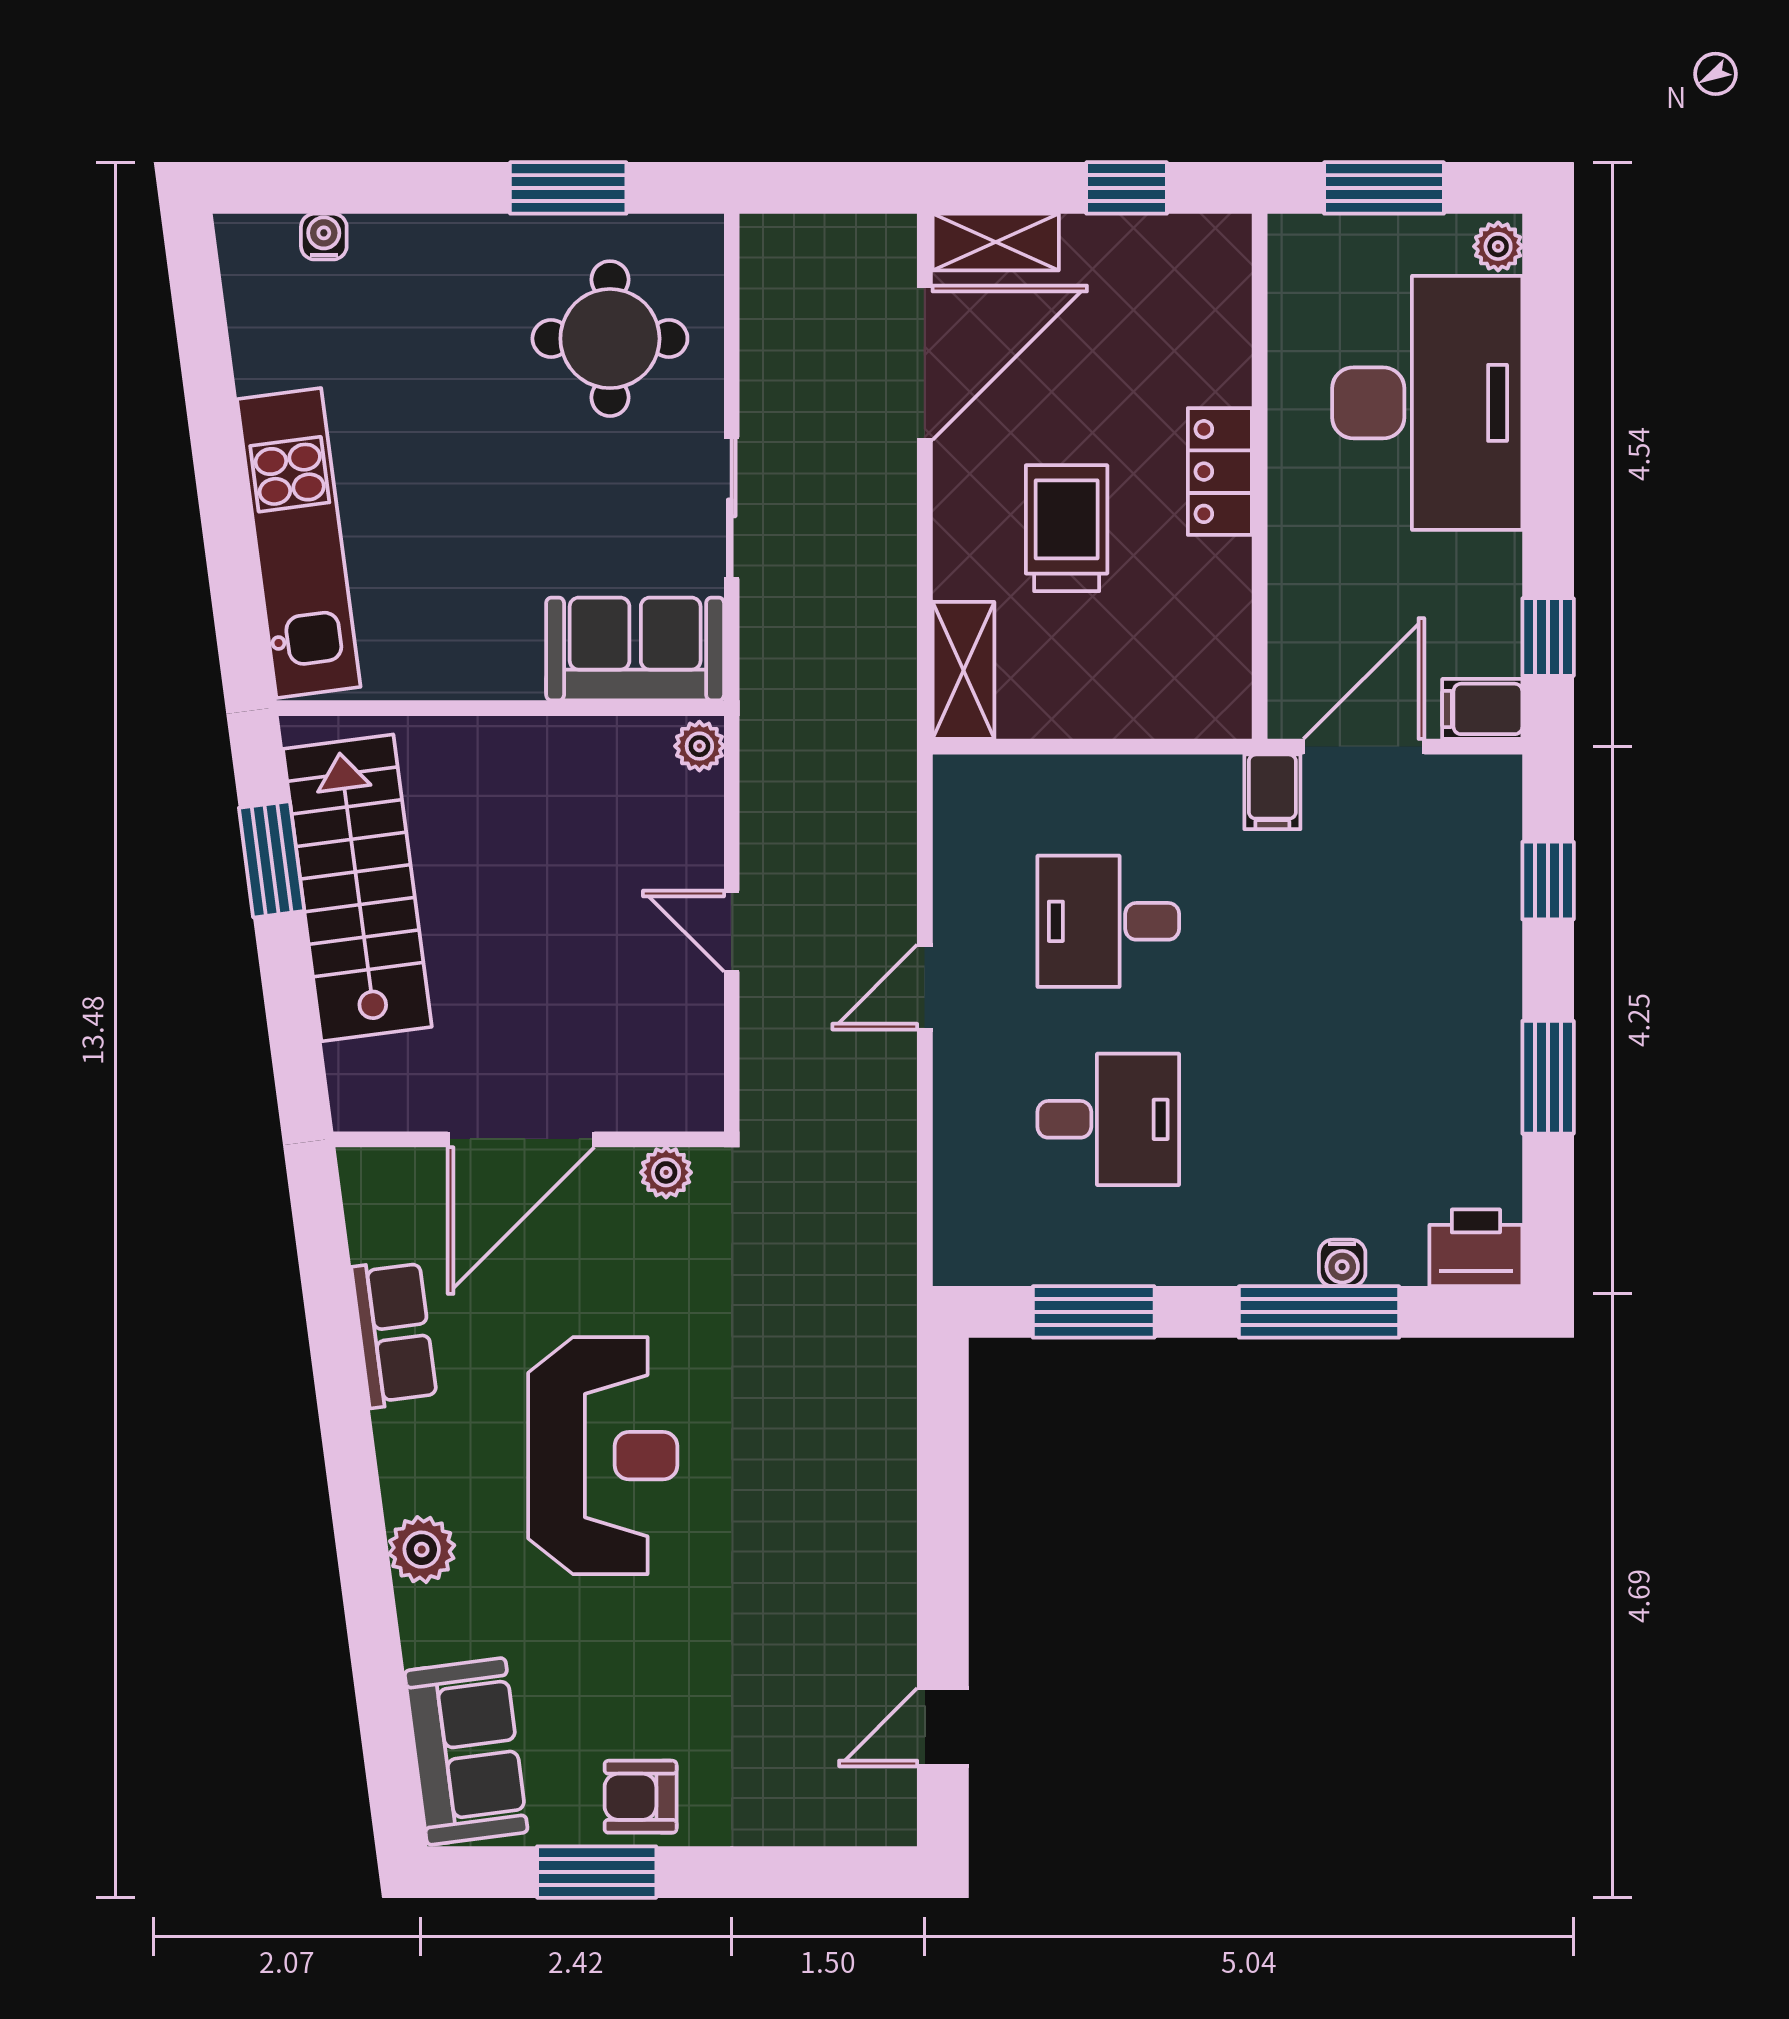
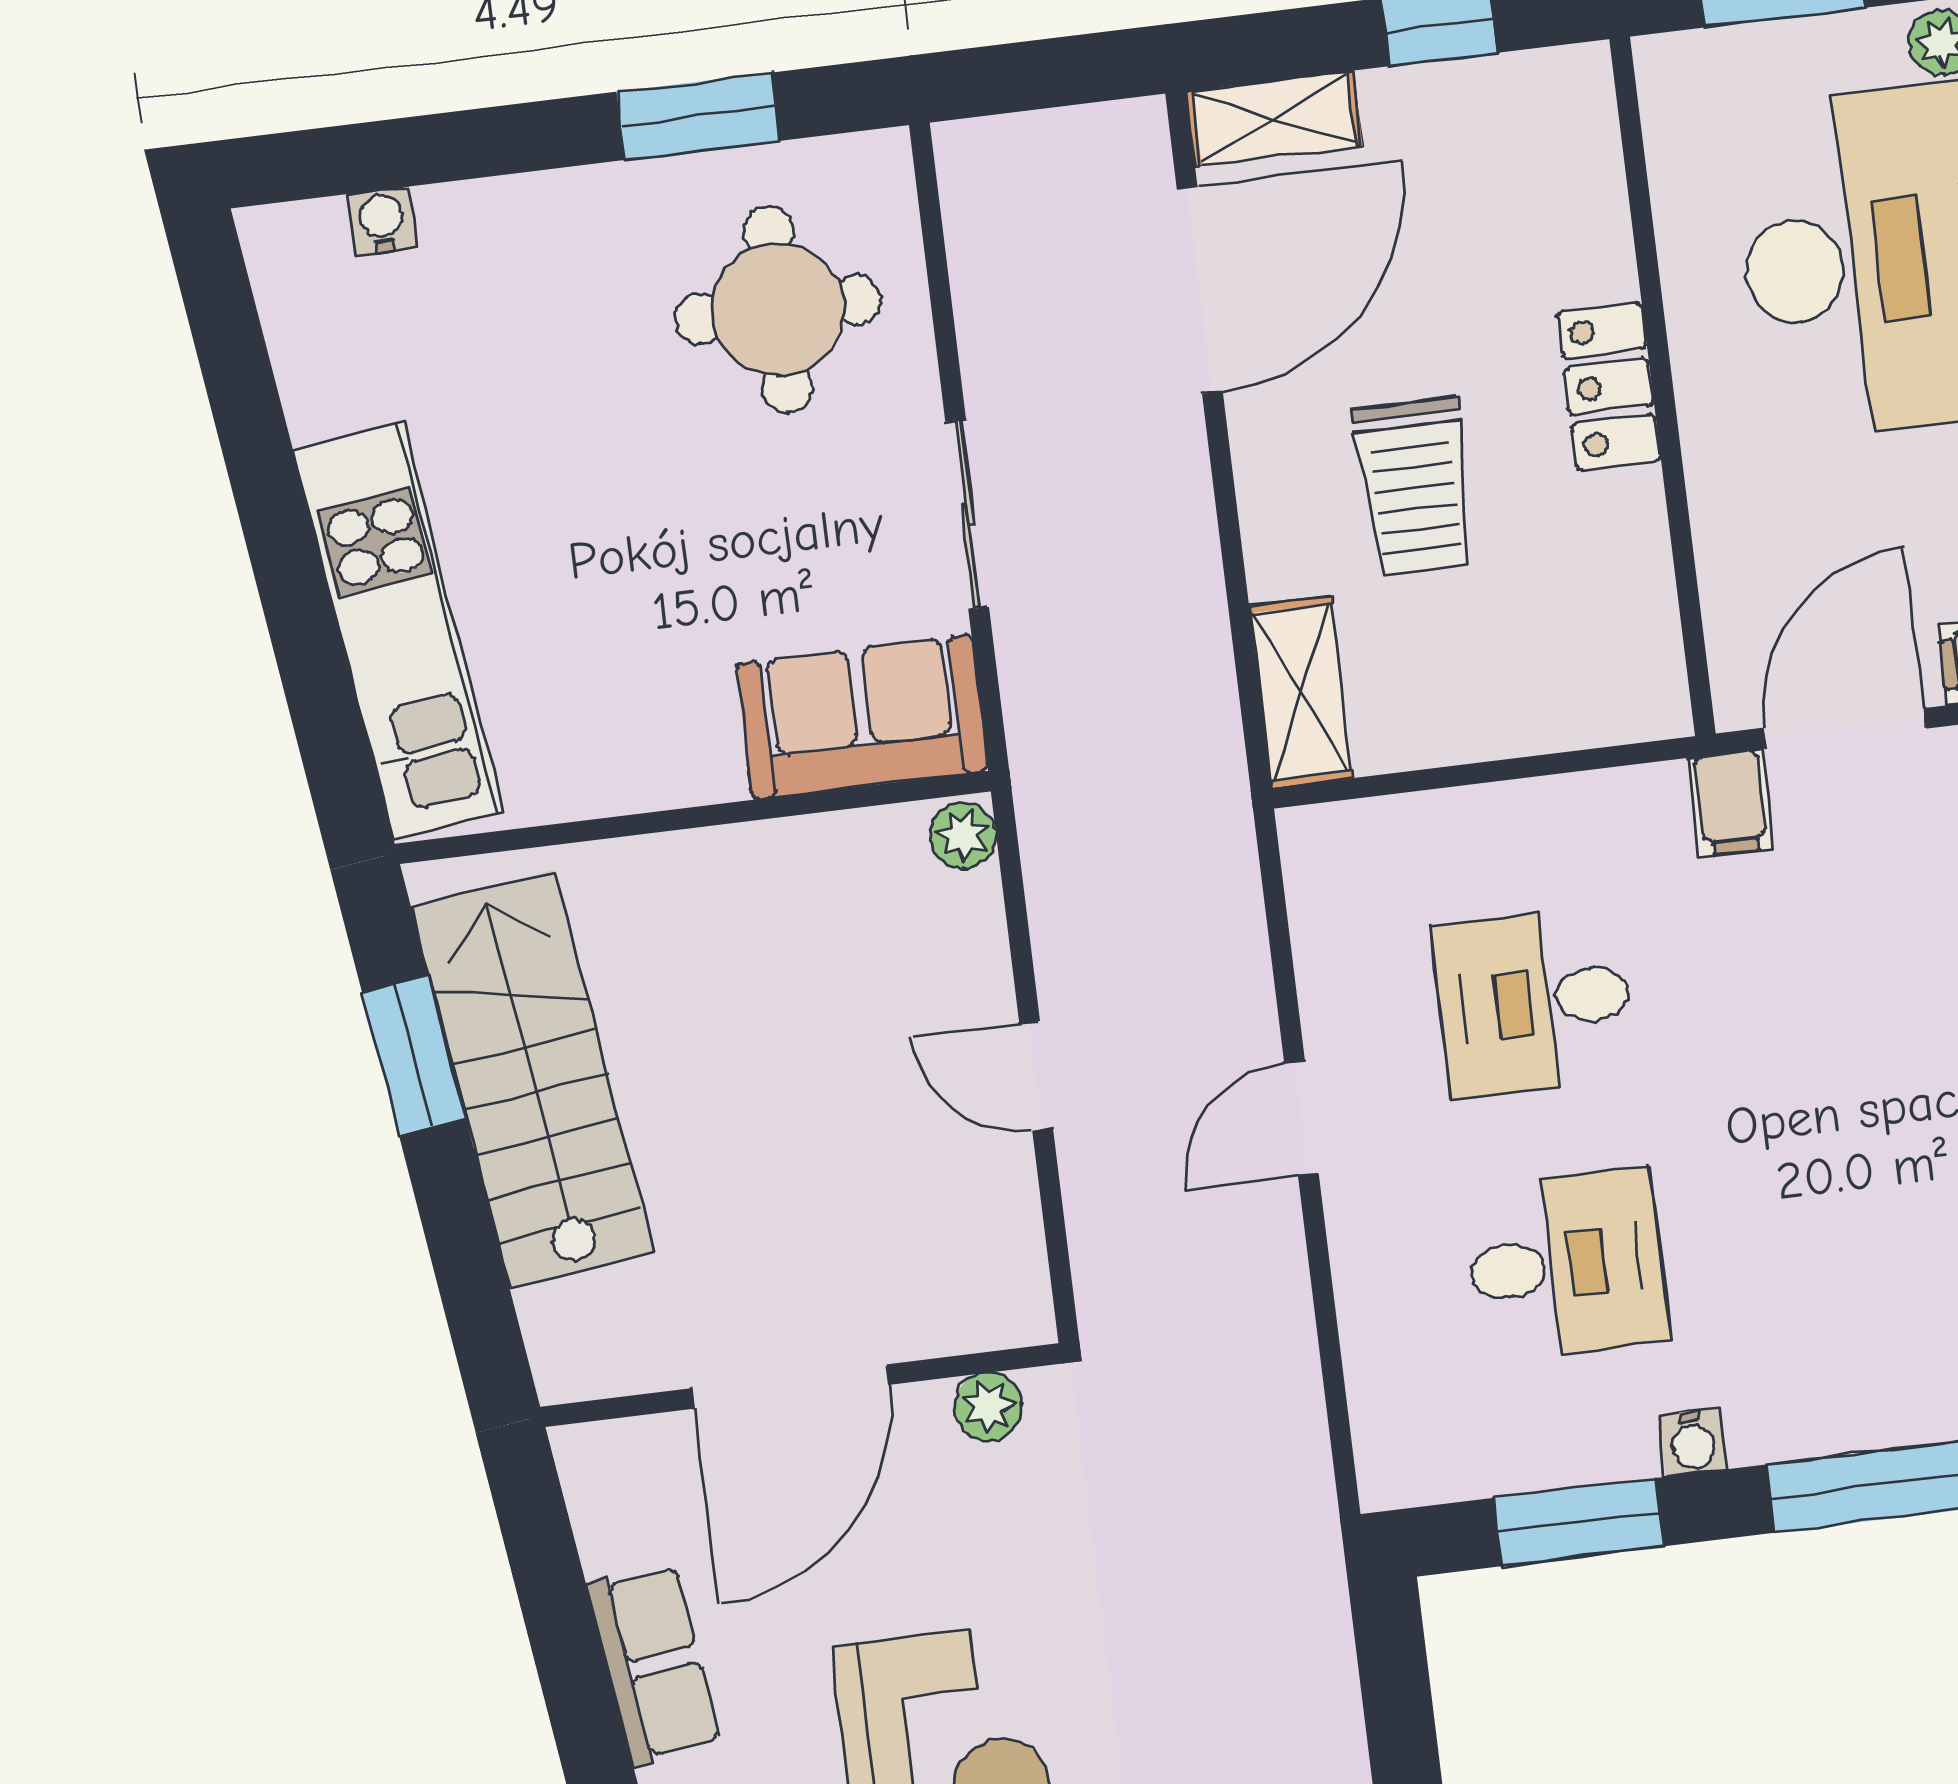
trolley: (1067, 528) -> (1415, 487), turned 180
water cooler: (1342, 1263) -> (1693, 1442), moved

